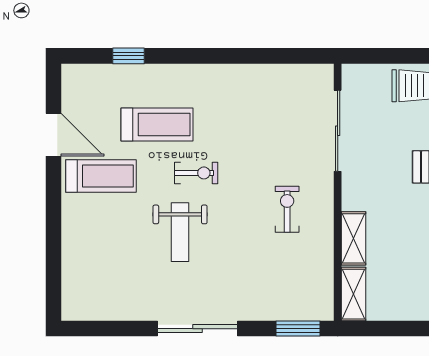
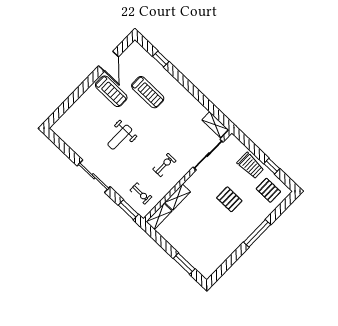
shelving: (305, 76) -> (215, 125), added
exercise bike: (196, 173) -> (141, 193), moved

